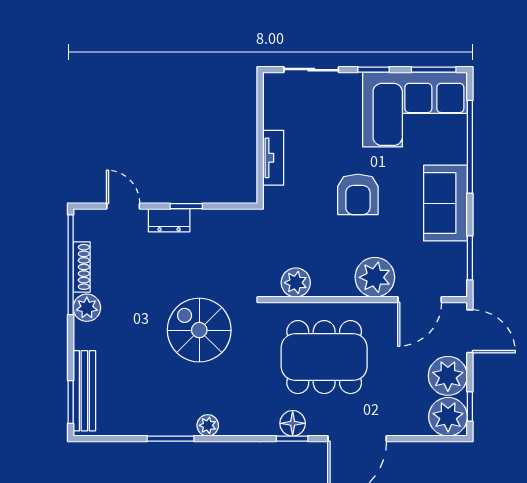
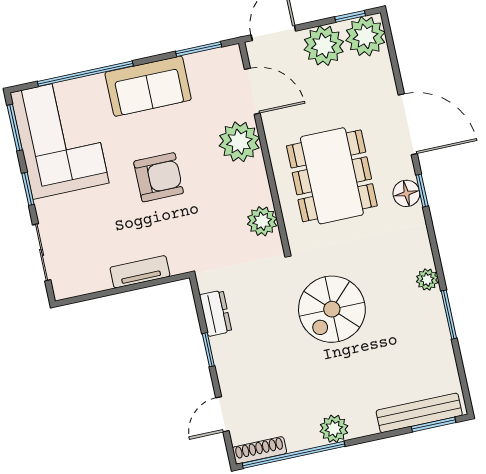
dresser: (169, 220) -> (216, 313), moved
shoe rack: (82, 267) -> (260, 450), moved

